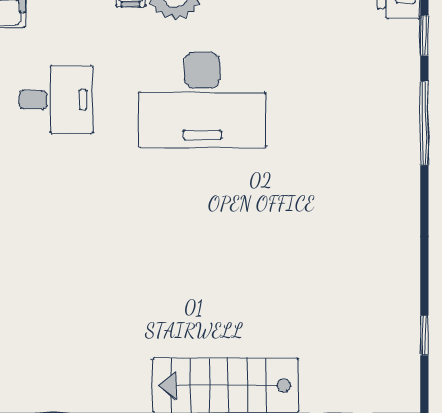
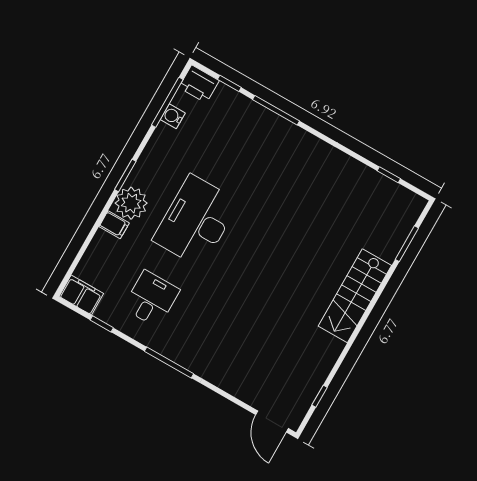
desk: (202, 100) -> (196, 221), turned 180

